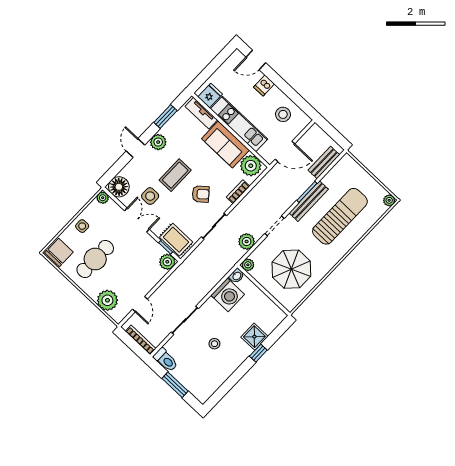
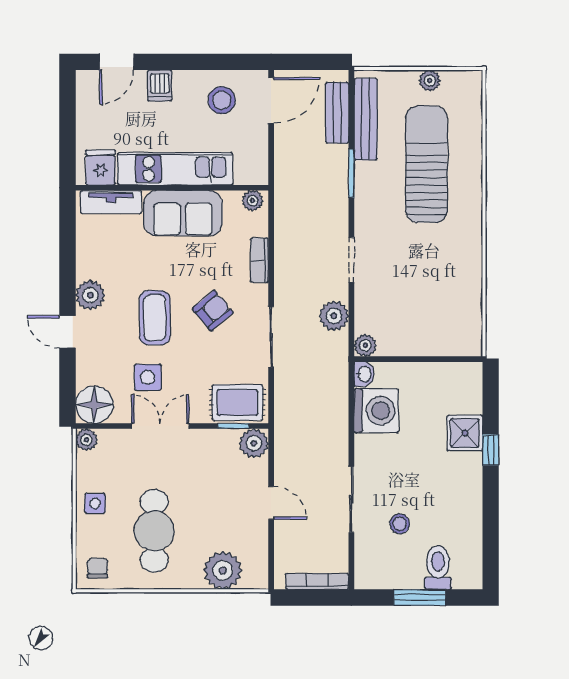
window: (165, 117) -> (68, 252), removed
door: (285, 151) -> (271, 101), moved
plant: (251, 166) -> (252, 201), width x0.53, depth x0.53
plant: (389, 200) -> (430, 80), moved
bench: (309, 201) -> (366, 119), moved
chair: (59, 252) -> (97, 568), width x0.54, depth x0.54
parasol: (291, 269) -> (429, 296), removed
door: (140, 304) -> (271, 503), moved
stool: (214, 344) -> (400, 524), moved
toilet: (166, 360) -> (438, 568), moved, turned -90

